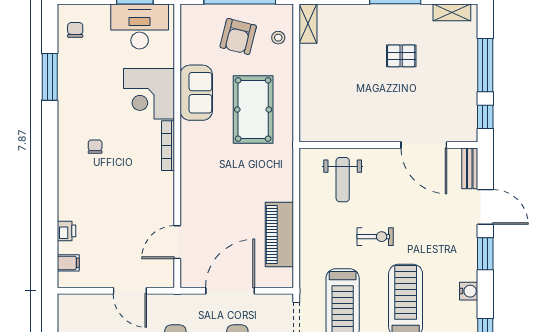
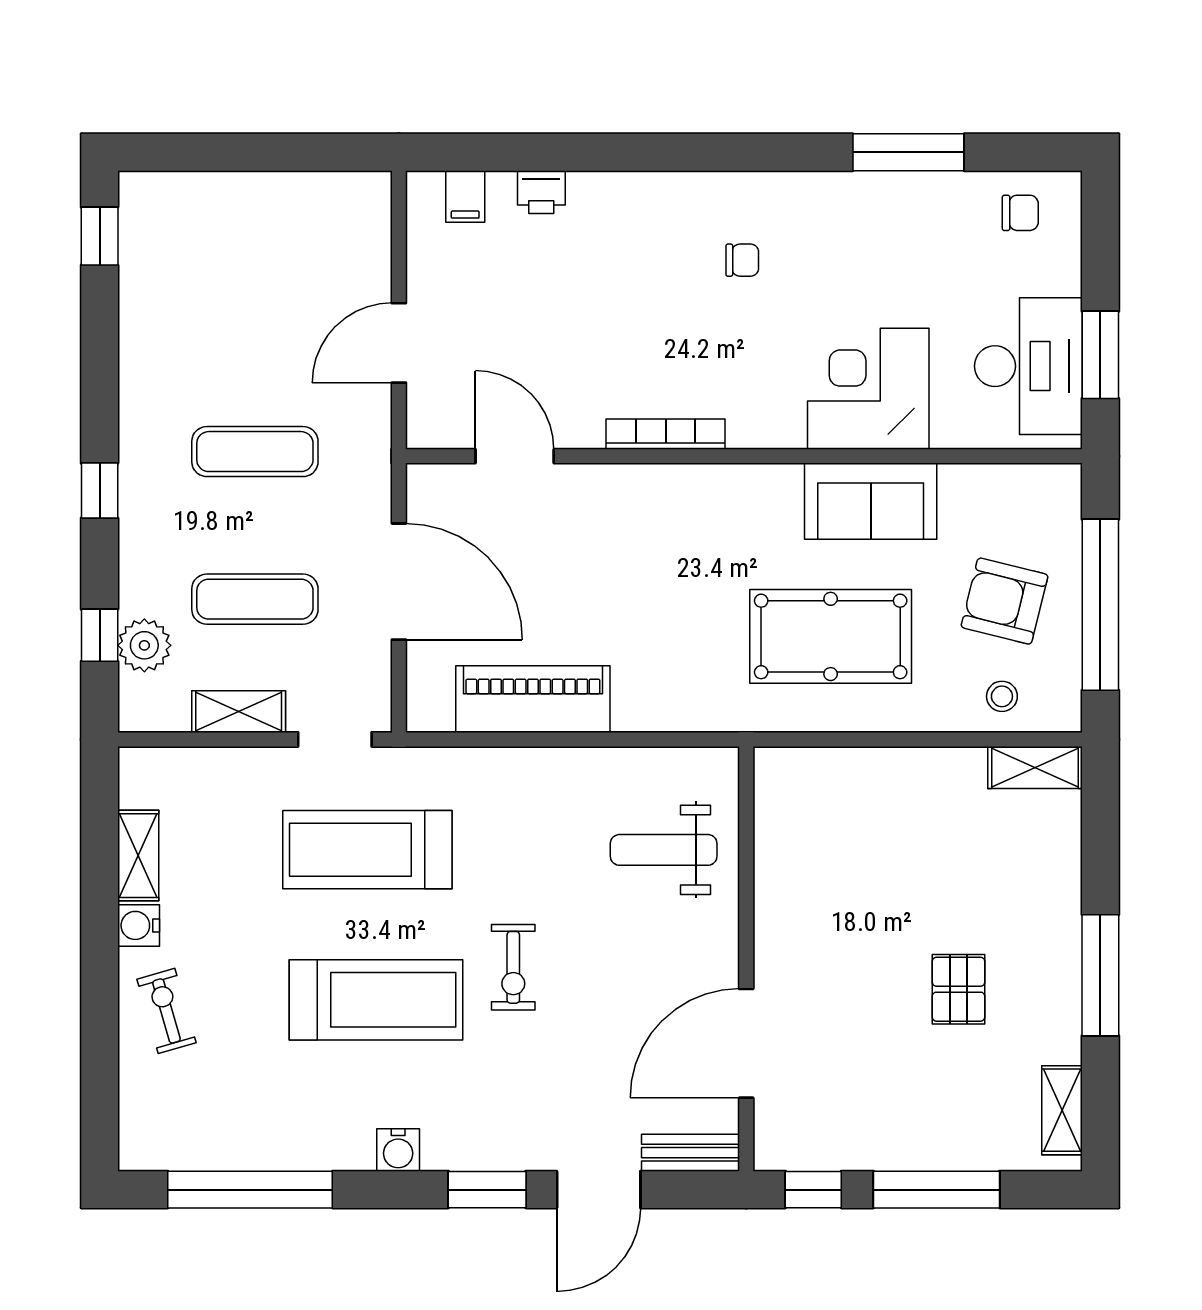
bookcase: (168, 146) -> (666, 434), moved
exercise bike: (375, 237) -> (513, 967), moved

